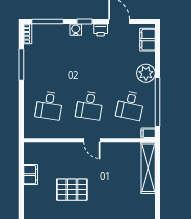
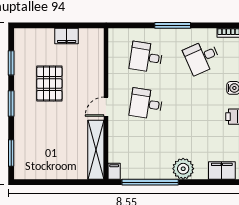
window: (21, 65) -> (173, 25), moved
desk: (130, 105) -> (202, 57), moved, turned -36
shelving: (148, 168) -> (96, 150), moved, turned 90

